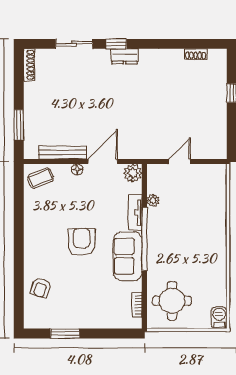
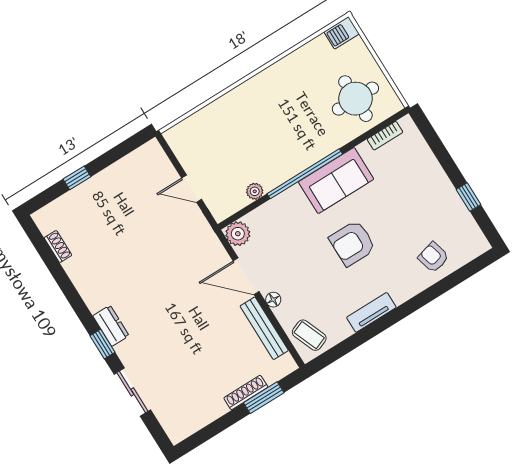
shoe rack: (29, 65) -> (246, 393), moved
tv unit: (135, 213) -> (371, 312), moved, turned 180
armchair: (41, 288) -> (433, 257), turned -124
window: (65, 334) -> (468, 197), width x0.67

